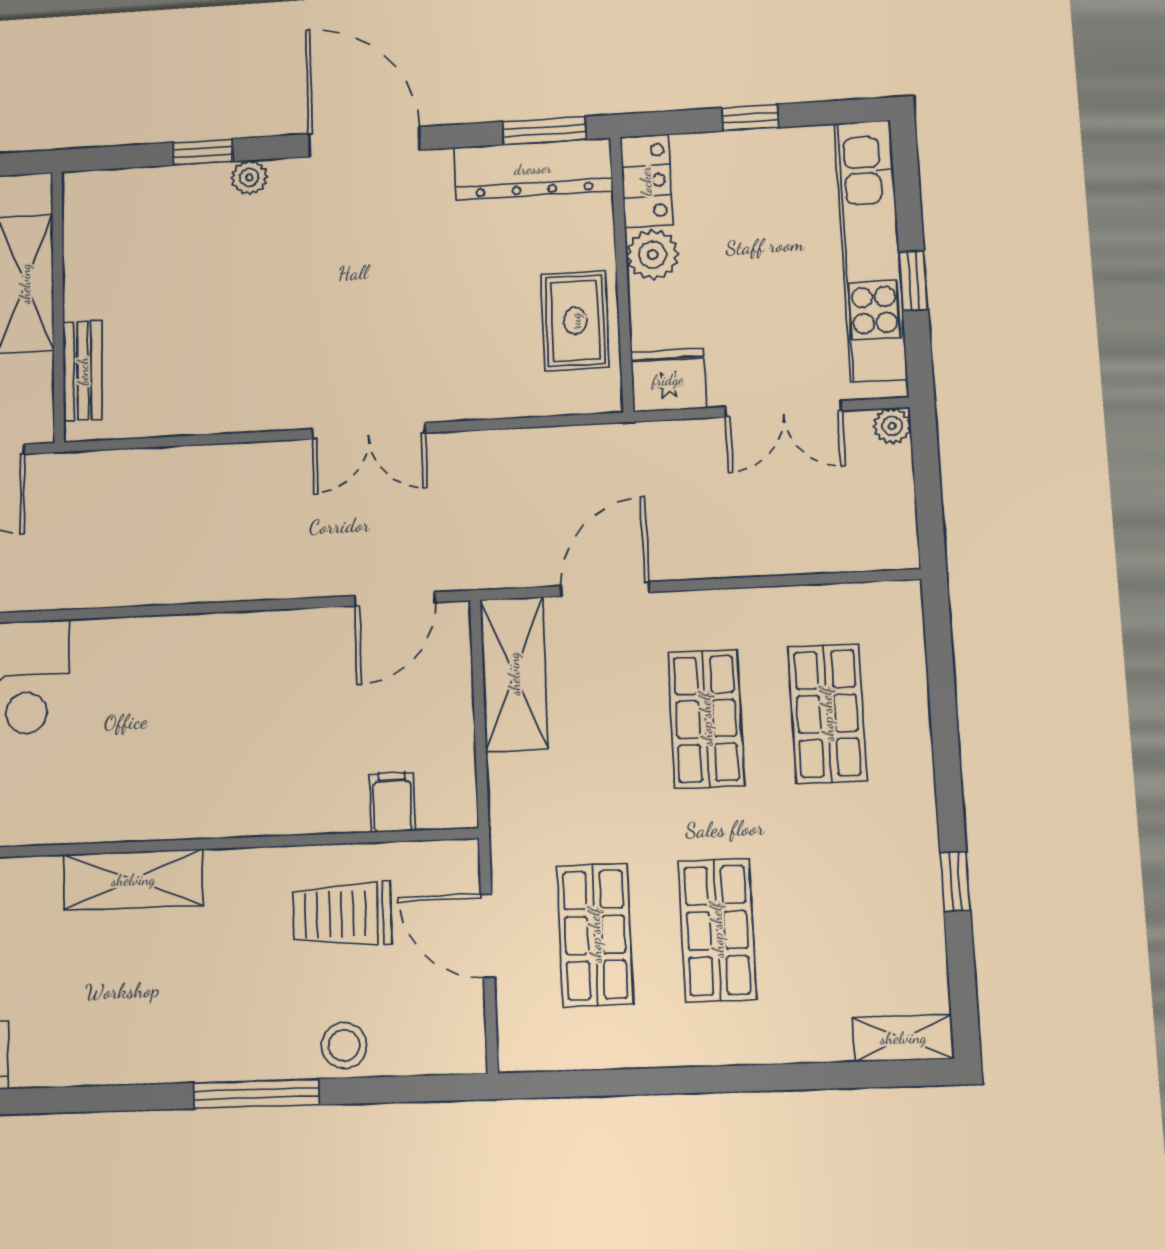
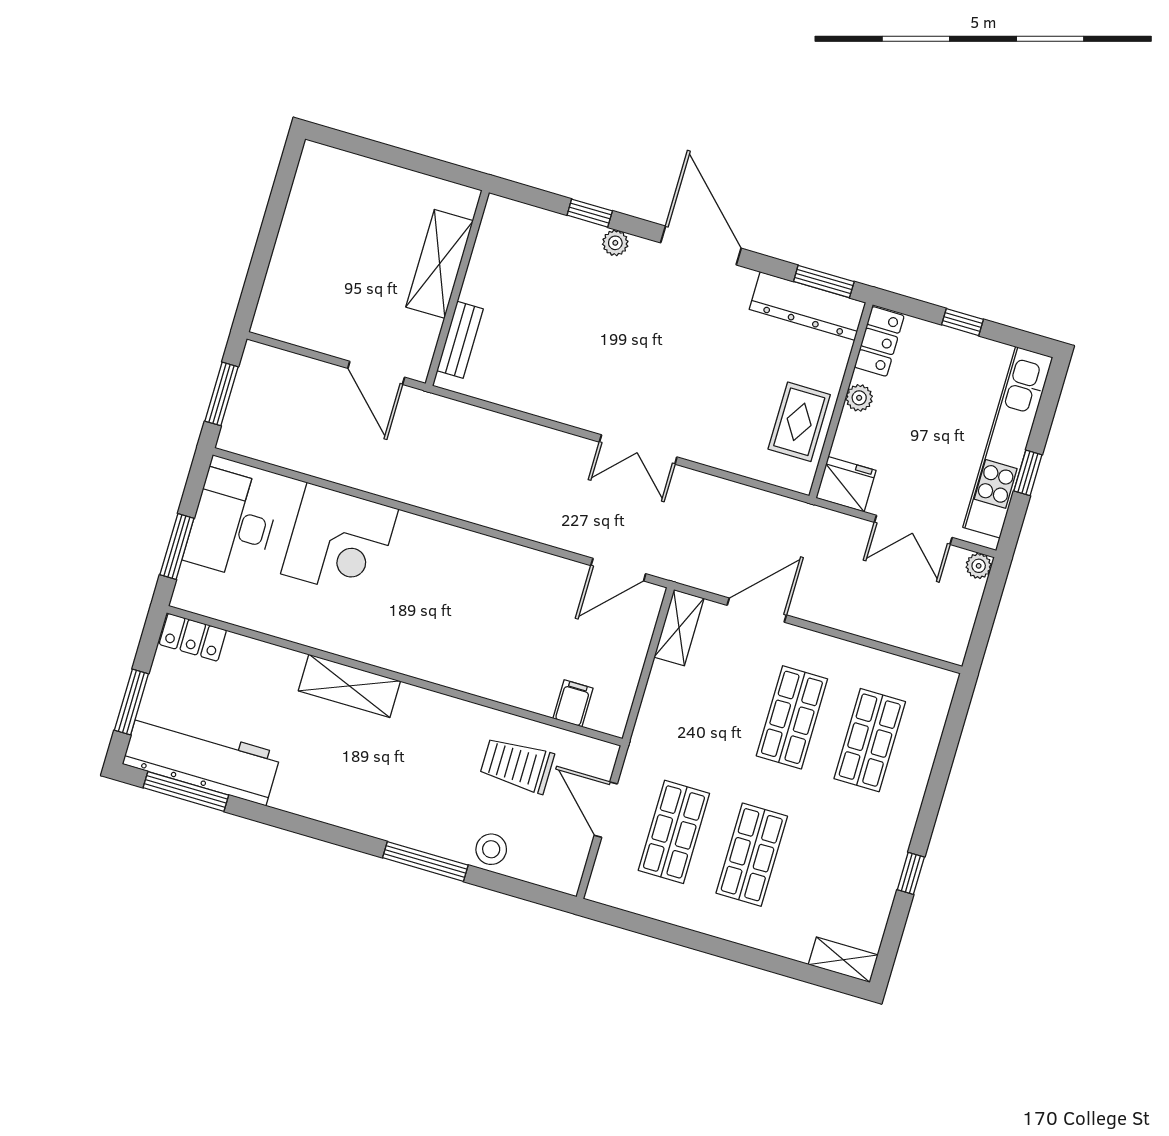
plant: (653, 255) -> (859, 398), width x0.73, depth x0.73
shelving: (514, 674) -> (679, 628), width x0.67, depth x0.75
shelving: (133, 880) -> (349, 686), moved

